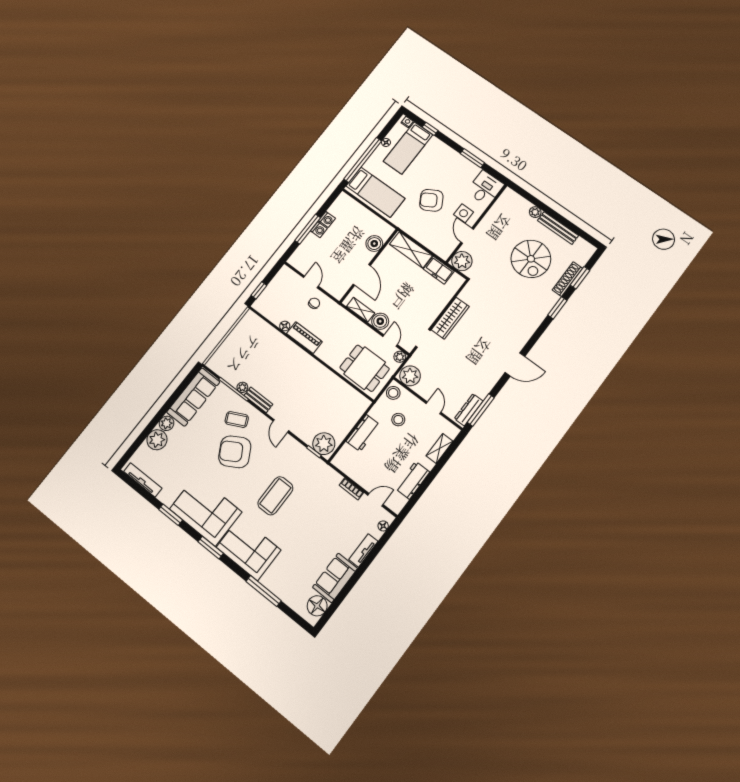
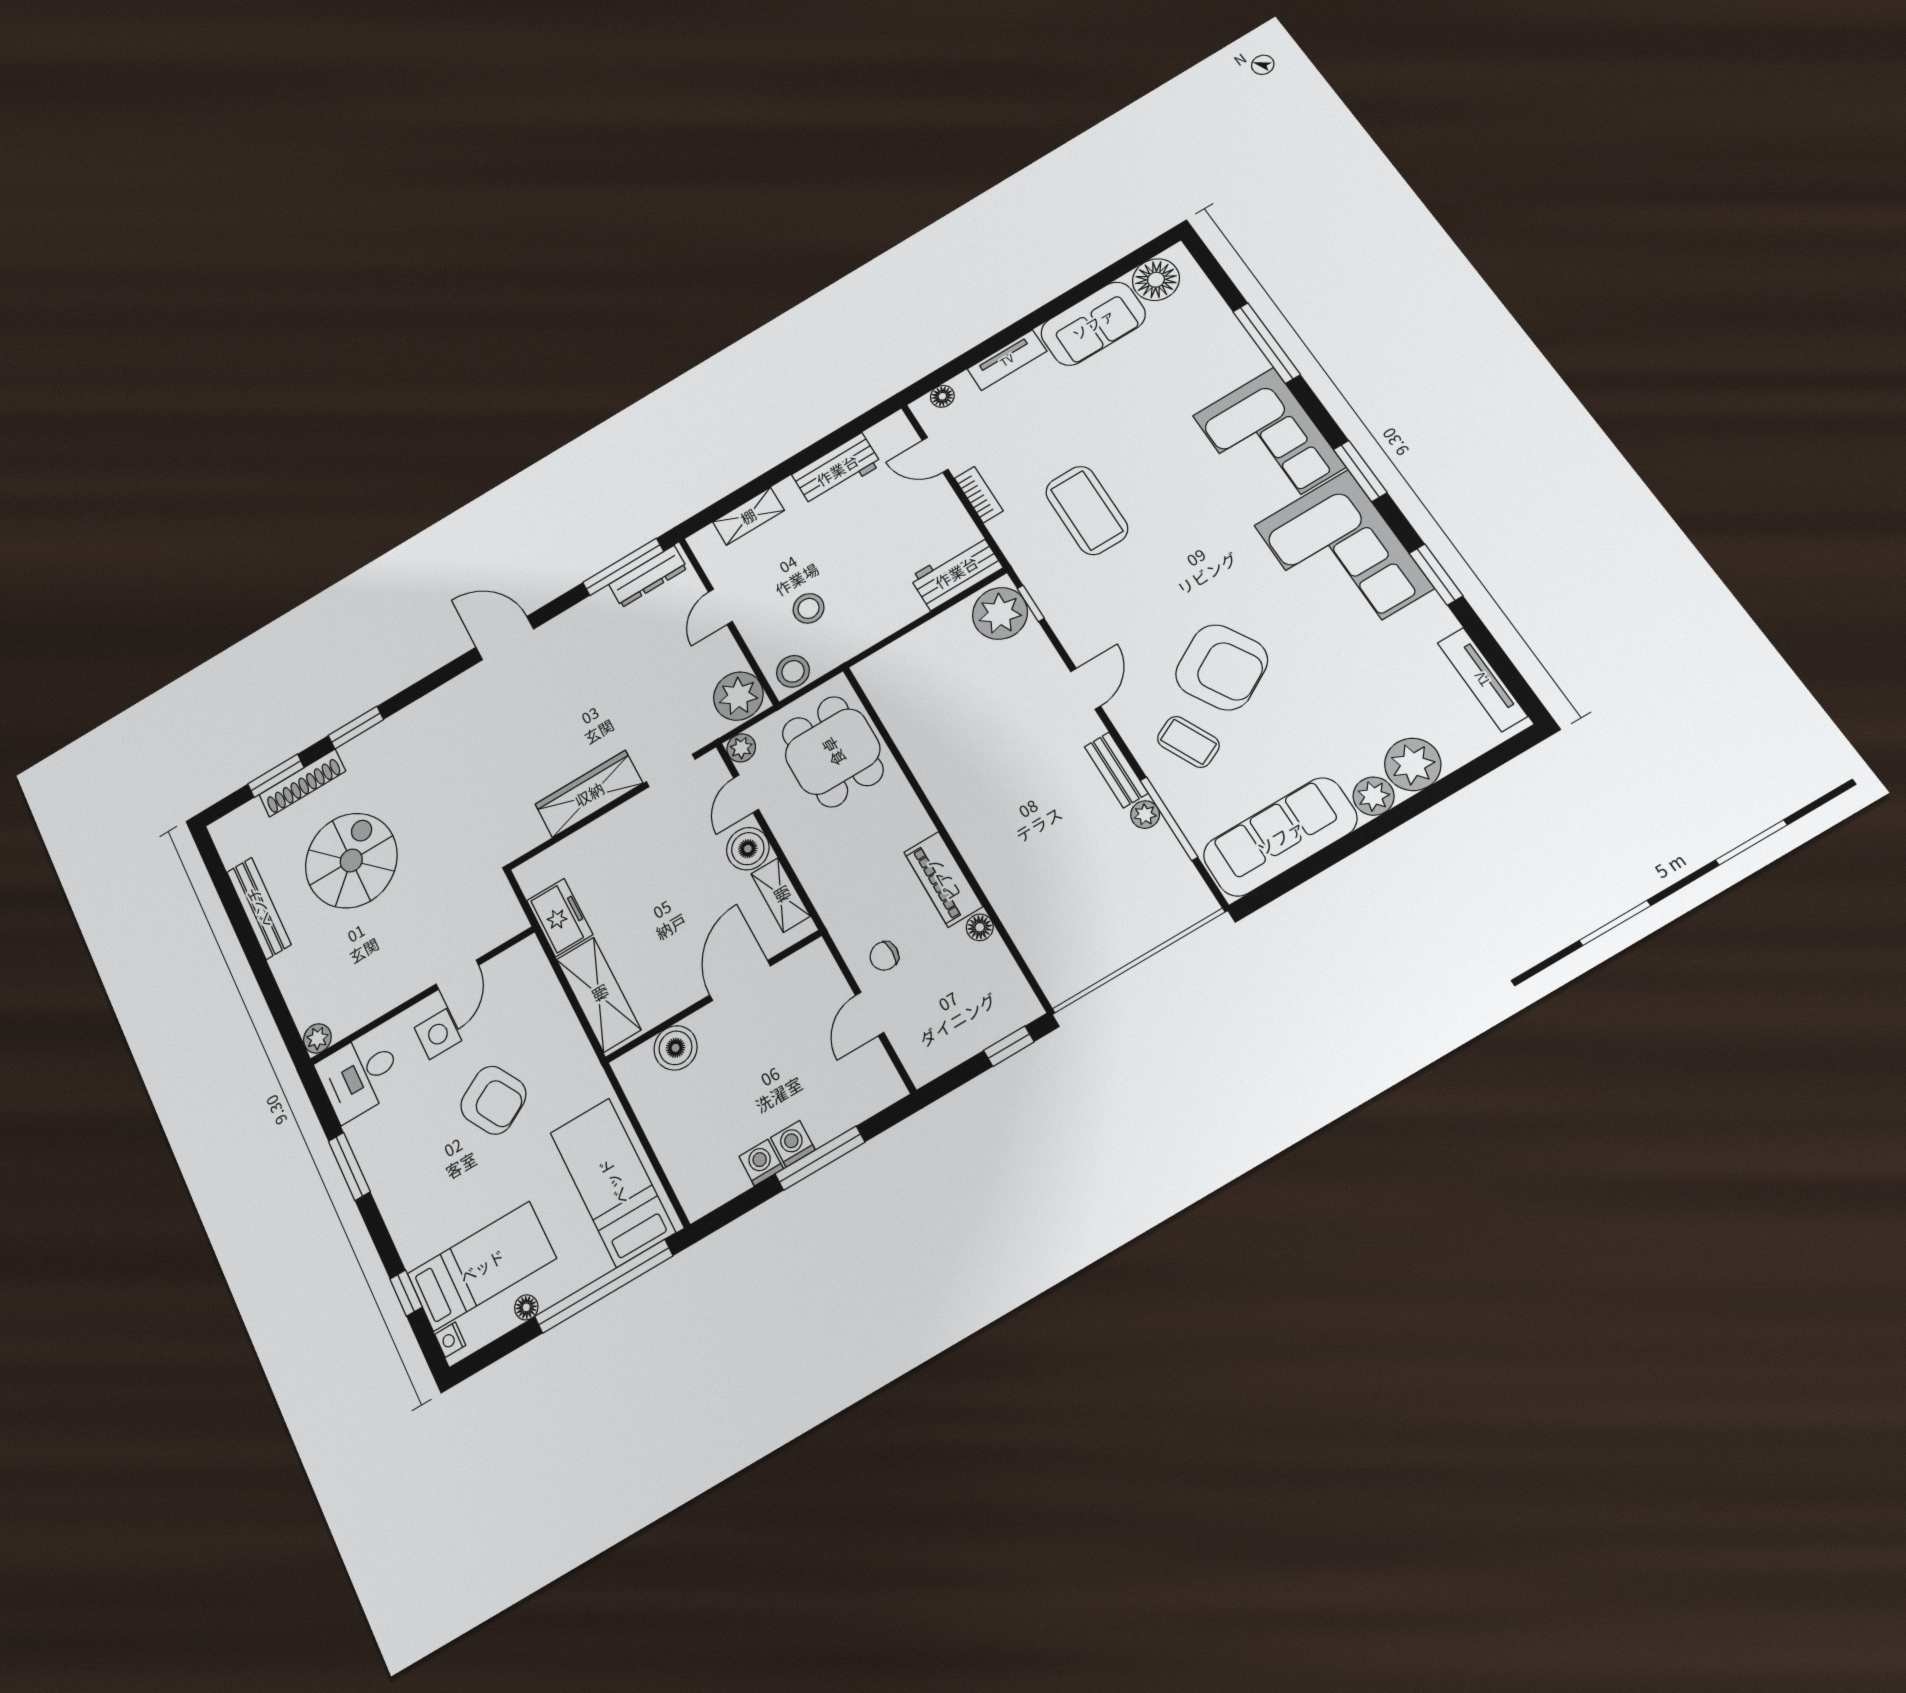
plant: (535, 212) -> (317, 1038), moved
plant: (462, 261) -> (499, 918), removed
workbench: (363, 433) -> (956, 572), moved
coffee table: (275, 496) -> (1087, 510), moved, turned 90

